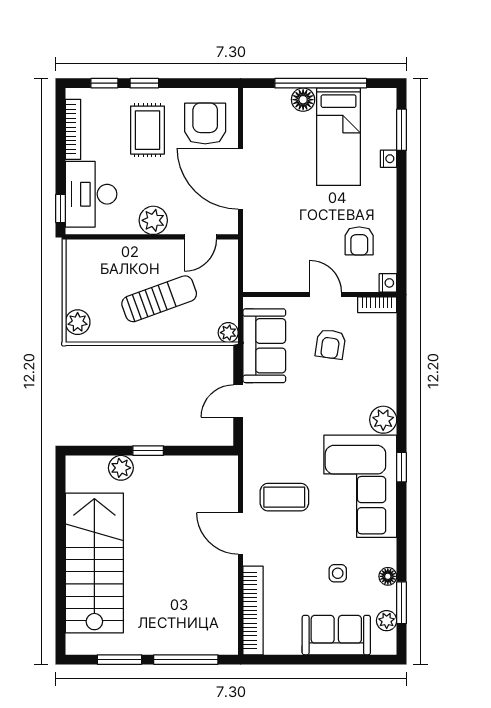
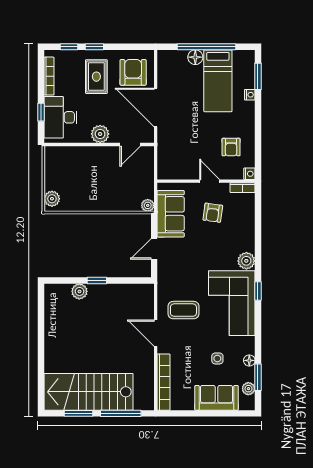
window: (60, 208) -> (41, 112), moved
sun lounger: (159, 299) -> (104, 184), removed
stairs: (94, 563) -> (89, 392), moved, turned -90

